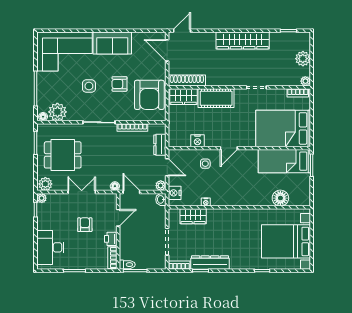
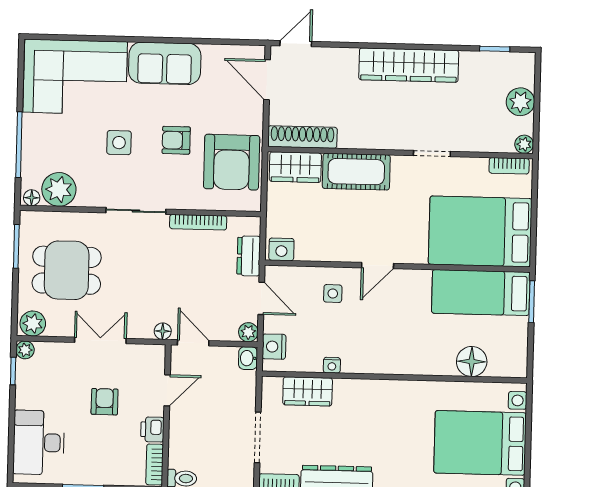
nightstand: (197, 141) -> (281, 249), moved

